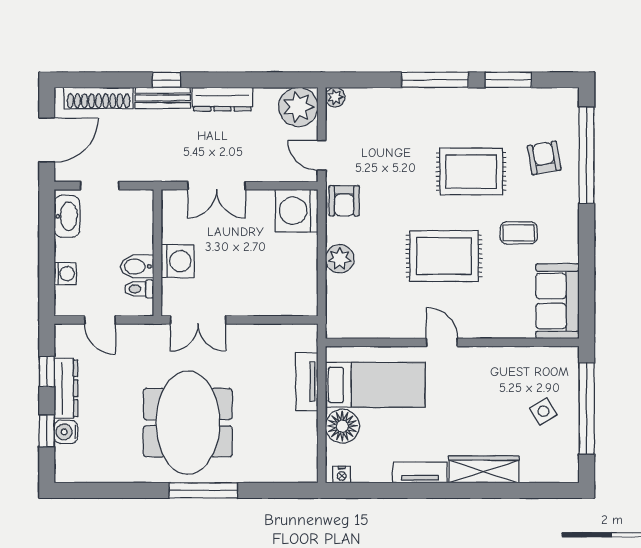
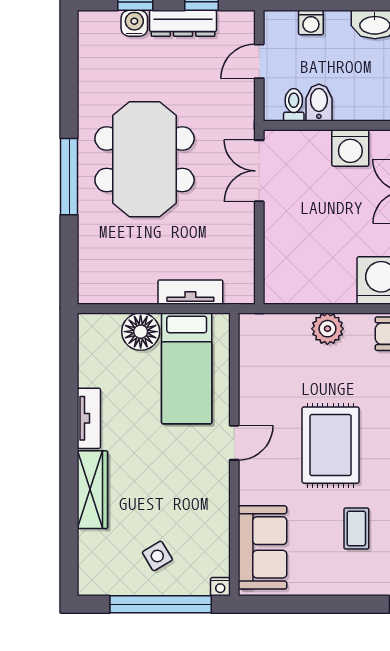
washing machine: (178, 261) -> (350, 148), moved
sofa: (557, 301) -> (263, 547), moved, turned 90
meeting table: (188, 423) -> (145, 159), turned 90
nightstand: (342, 475) -> (220, 587), moved, turned -90

